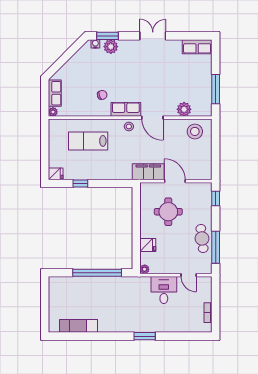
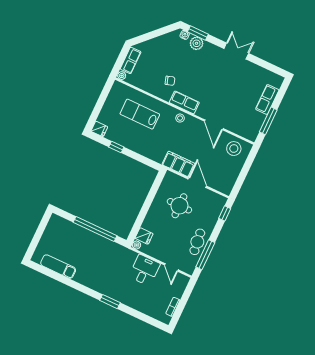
row of seats: (197, 47) -> (267, 100), moved, turned 90
plant: (184, 109) -> (233, 125), removed
door: (152, 118) -> (214, 125), moved
fridge: (148, 245) -> (144, 236), moved

